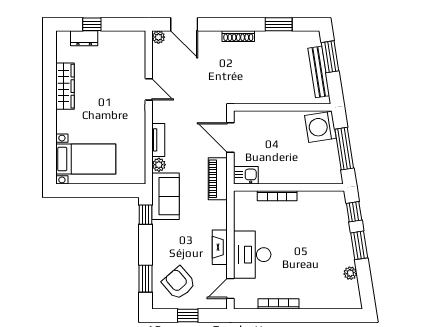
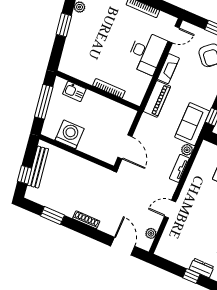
plant: (158, 37) -> (151, 233), moved
window: (330, 57) -> (25, 175), width x0.67
door: (149, 89) -> (170, 209), hinge flipped
washing machine: (320, 127) -> (70, 134), moved, turned -81
kitchen sink: (246, 175) -> (74, 91), moved
piano: (218, 179) -> (157, 99), moved
window: (354, 212) -> (57, 52), removed

